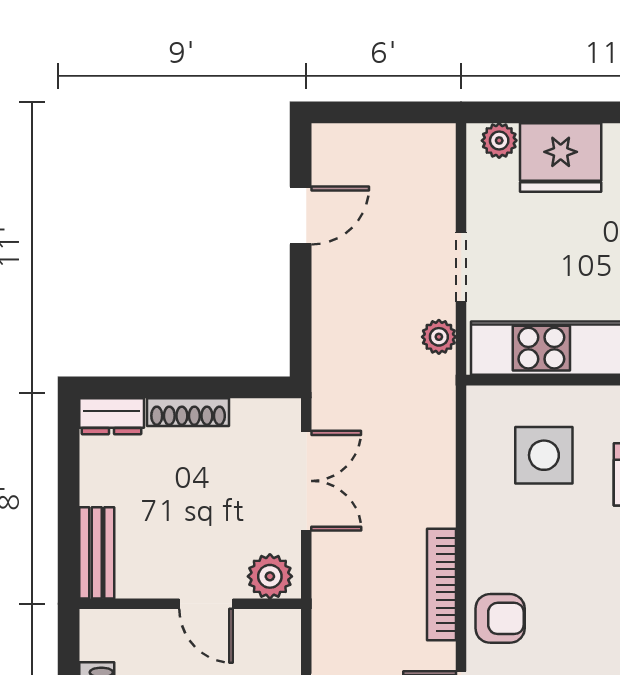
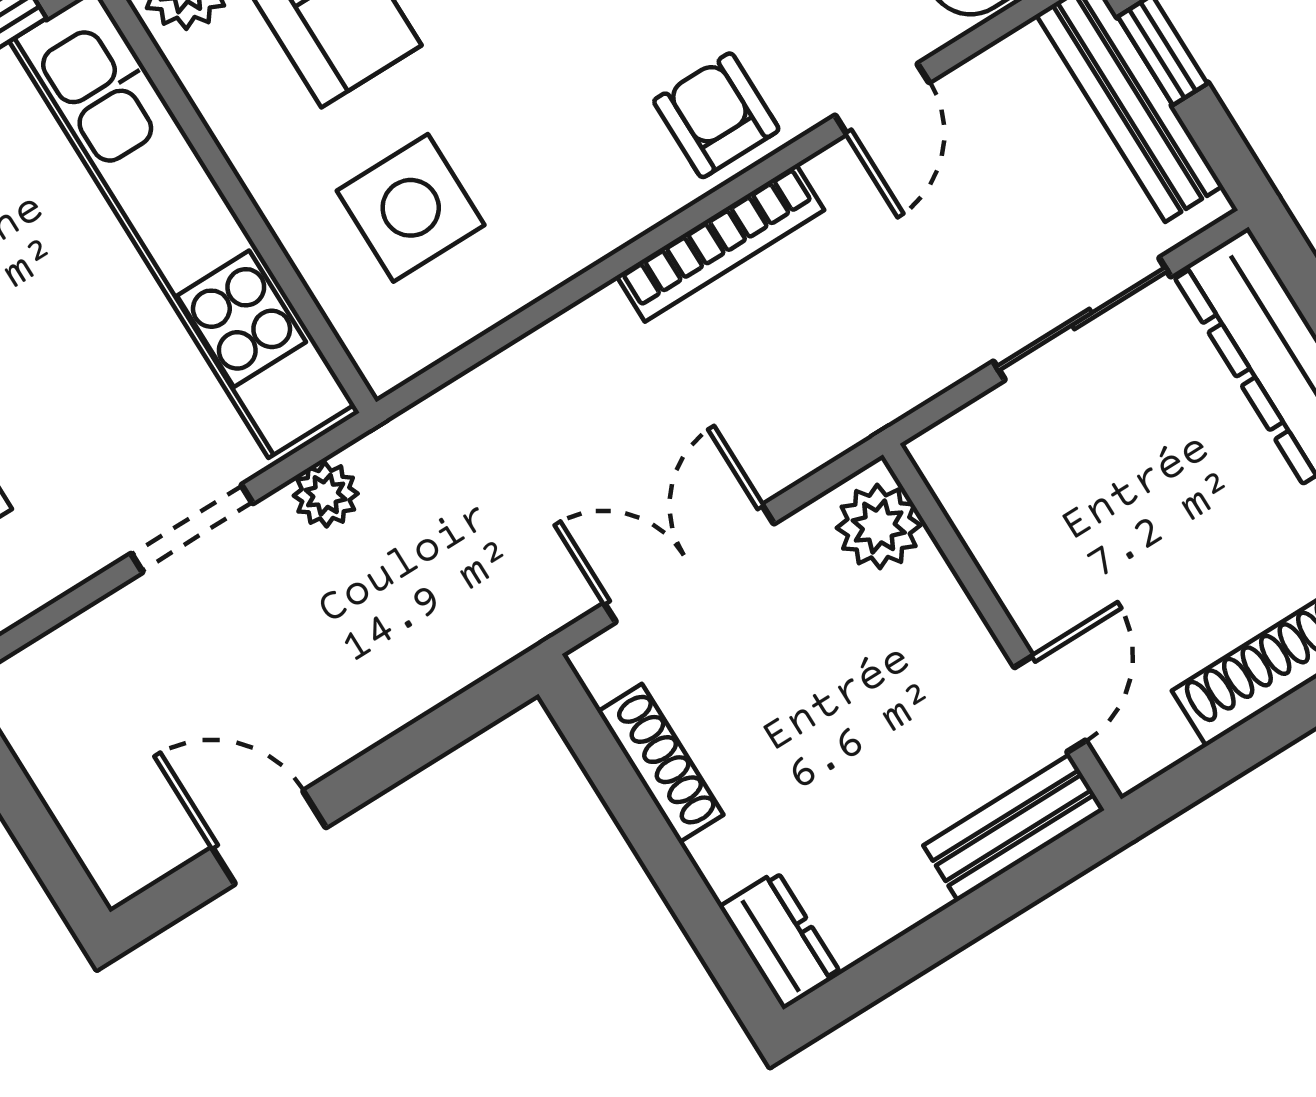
shoe rack: (188, 412) -> (660, 763), moved
door: (206, 604) -> (1050, 704), moved

